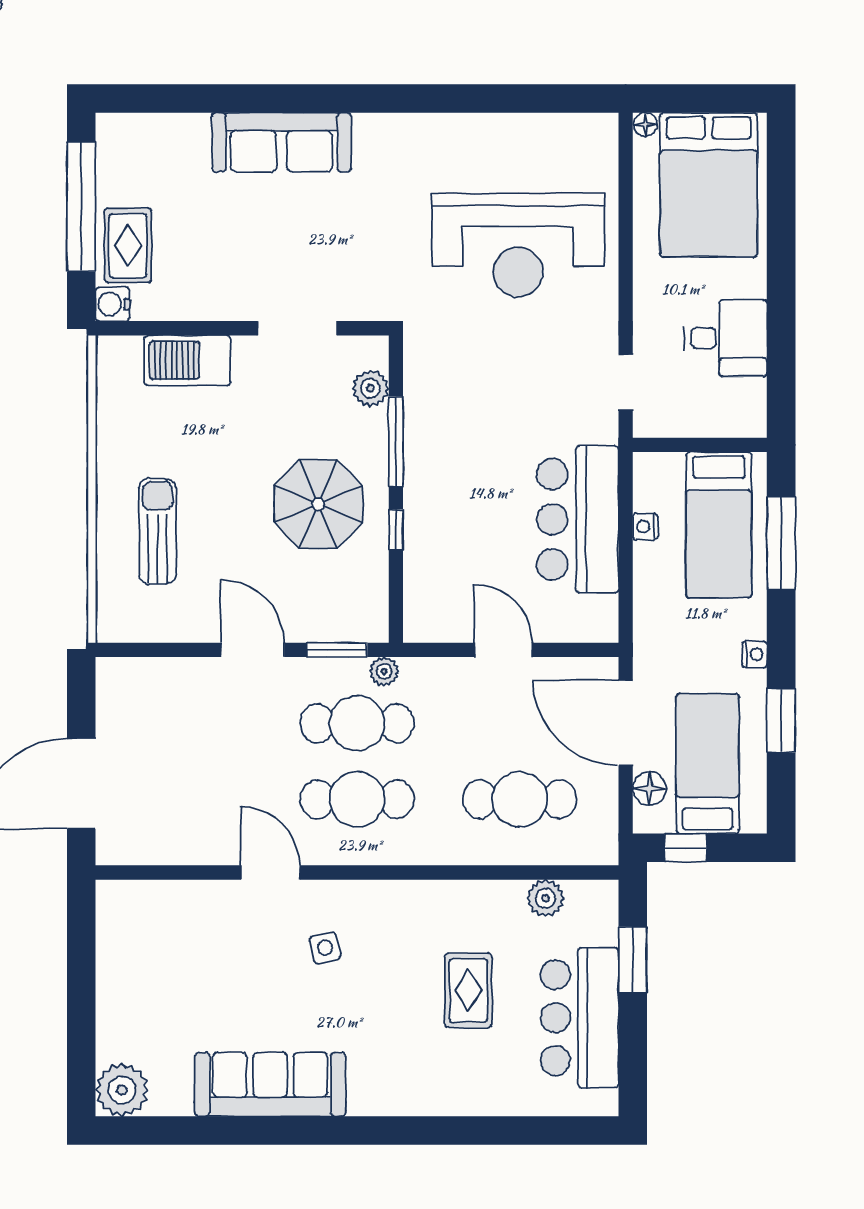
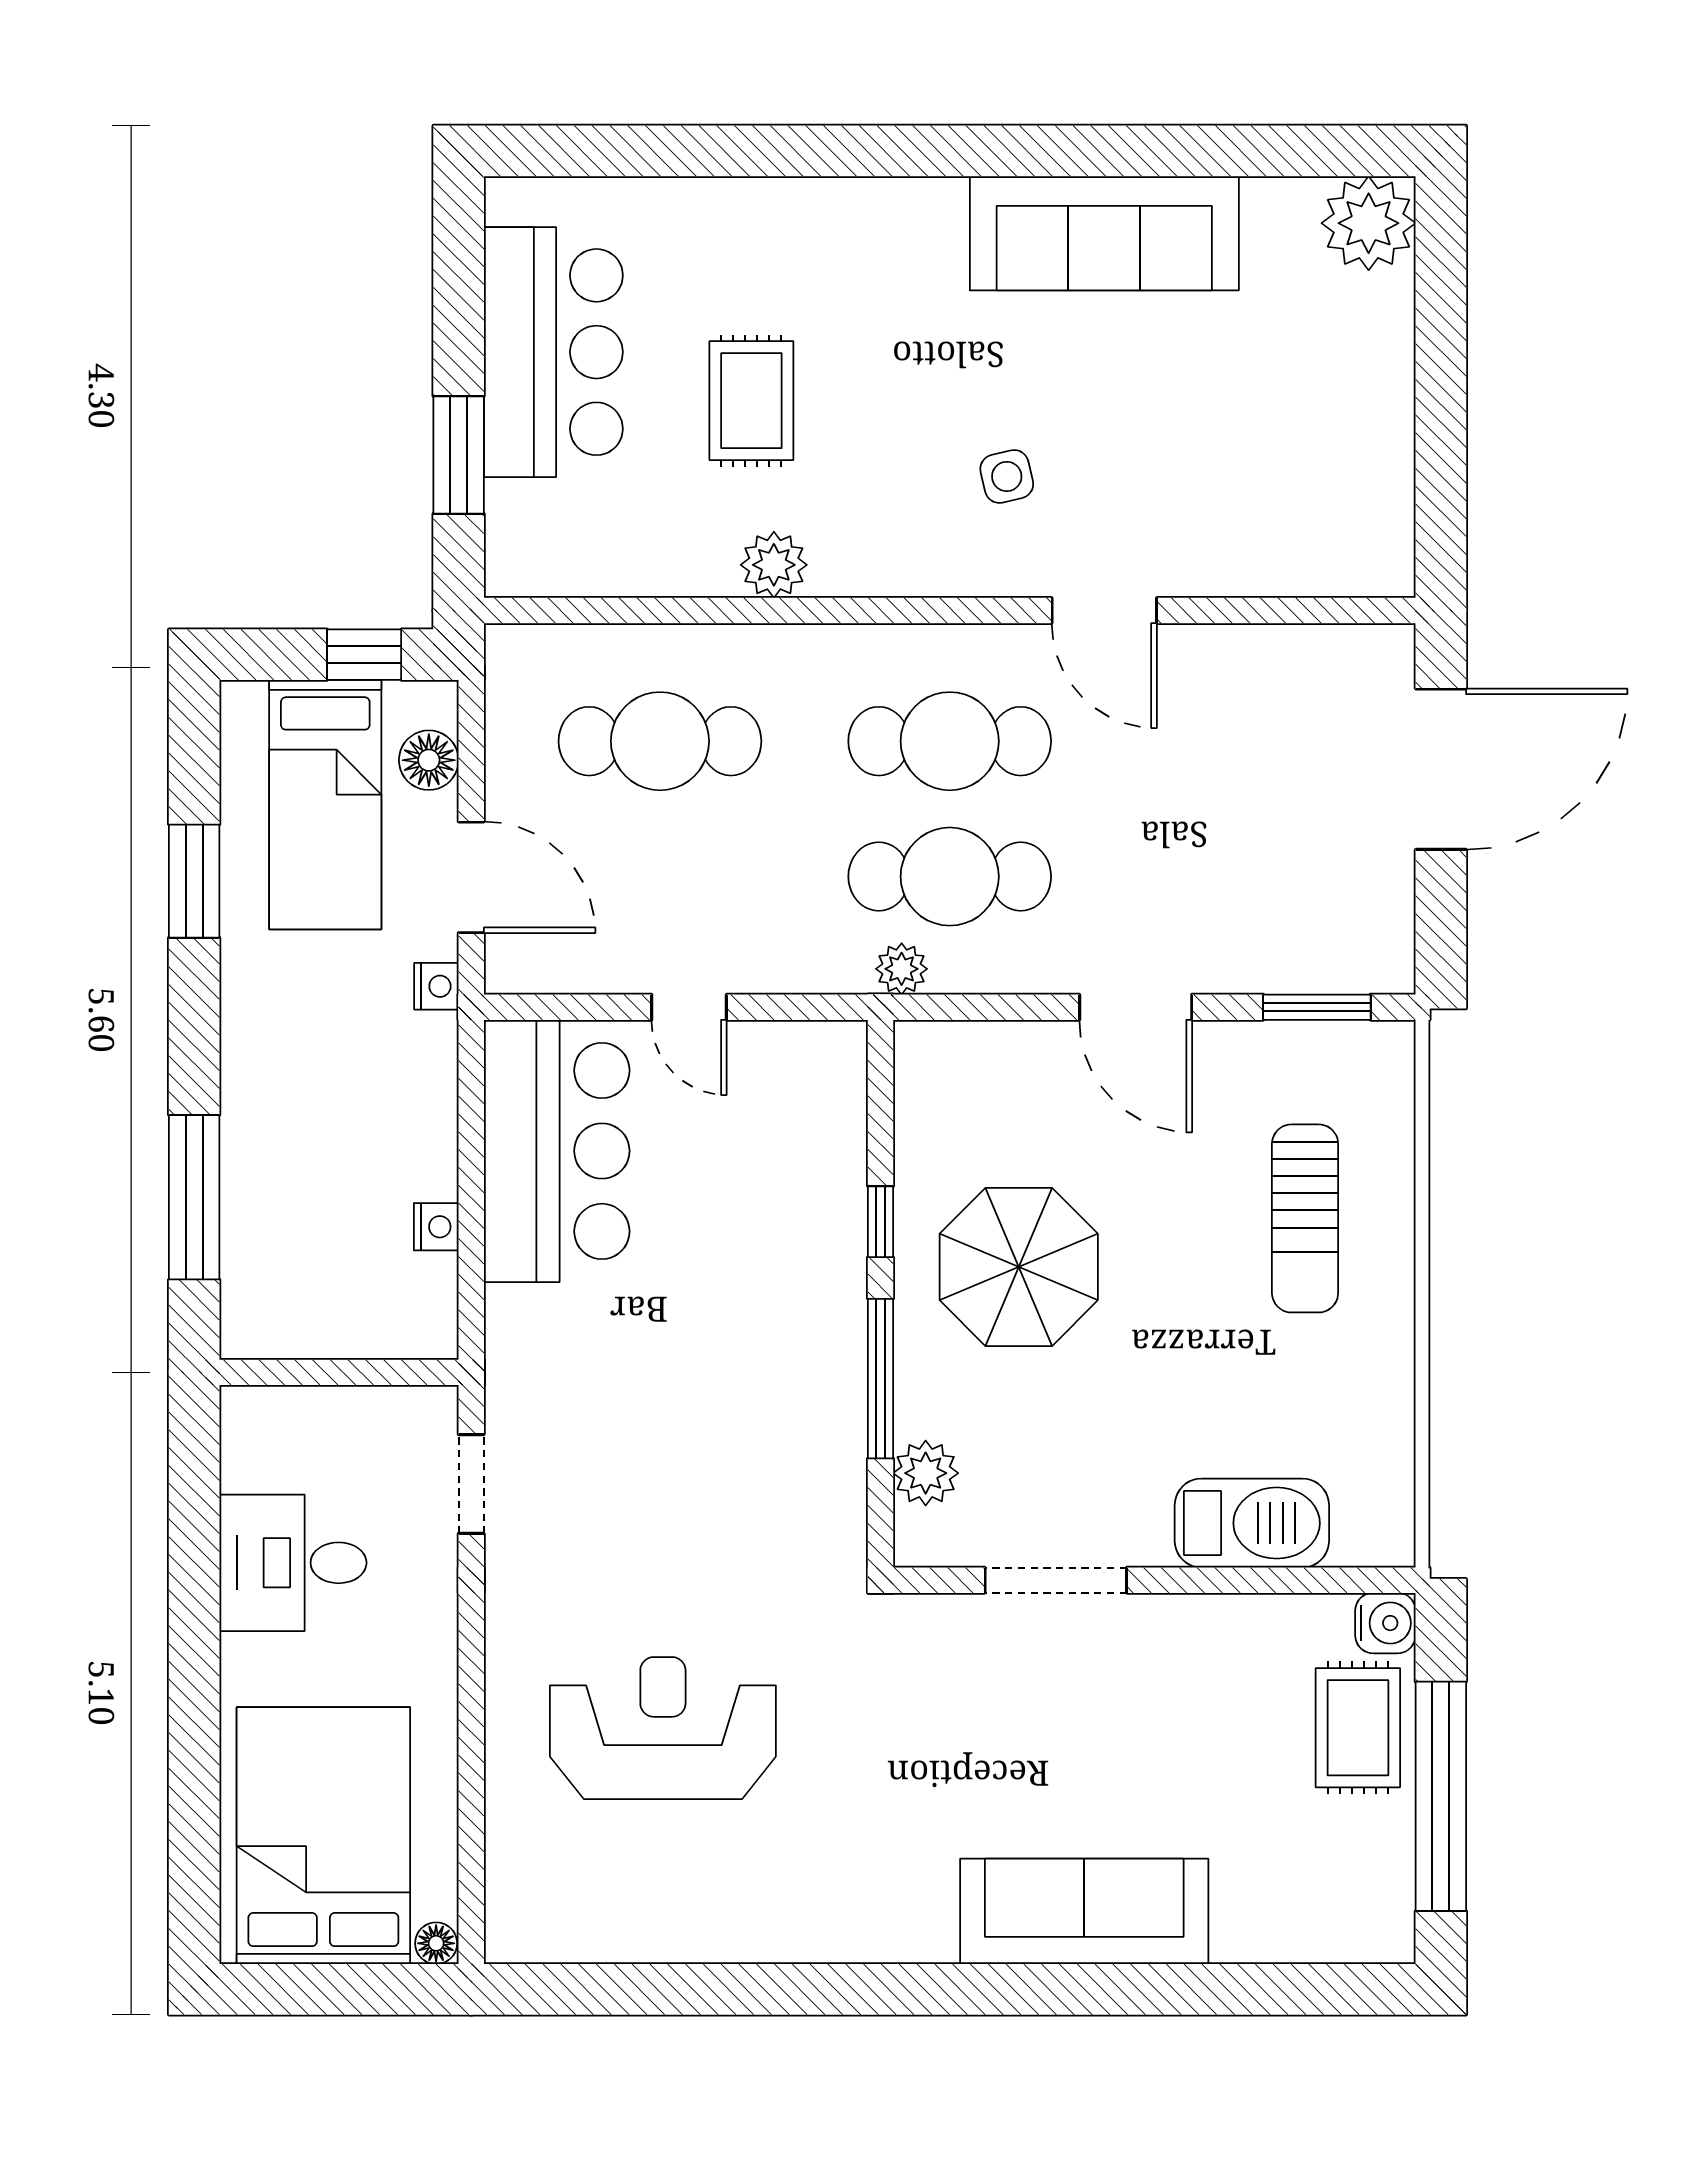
reception desk: (518, 245) -> (663, 1728), width x0.74, depth x0.77
bar counter: (578, 519) -> (557, 1151), moved
bed: (719, 525) -> (305, 1230), removed
window: (337, 650) -> (1317, 1007), moved
door: (503, 650) -> (689, 1007), width x0.73
nightstand: (755, 654) -> (436, 986), moved, turned 180
door: (626, 723) -> (471, 877), width x0.73
plant: (546, 898) -> (774, 565), moved

